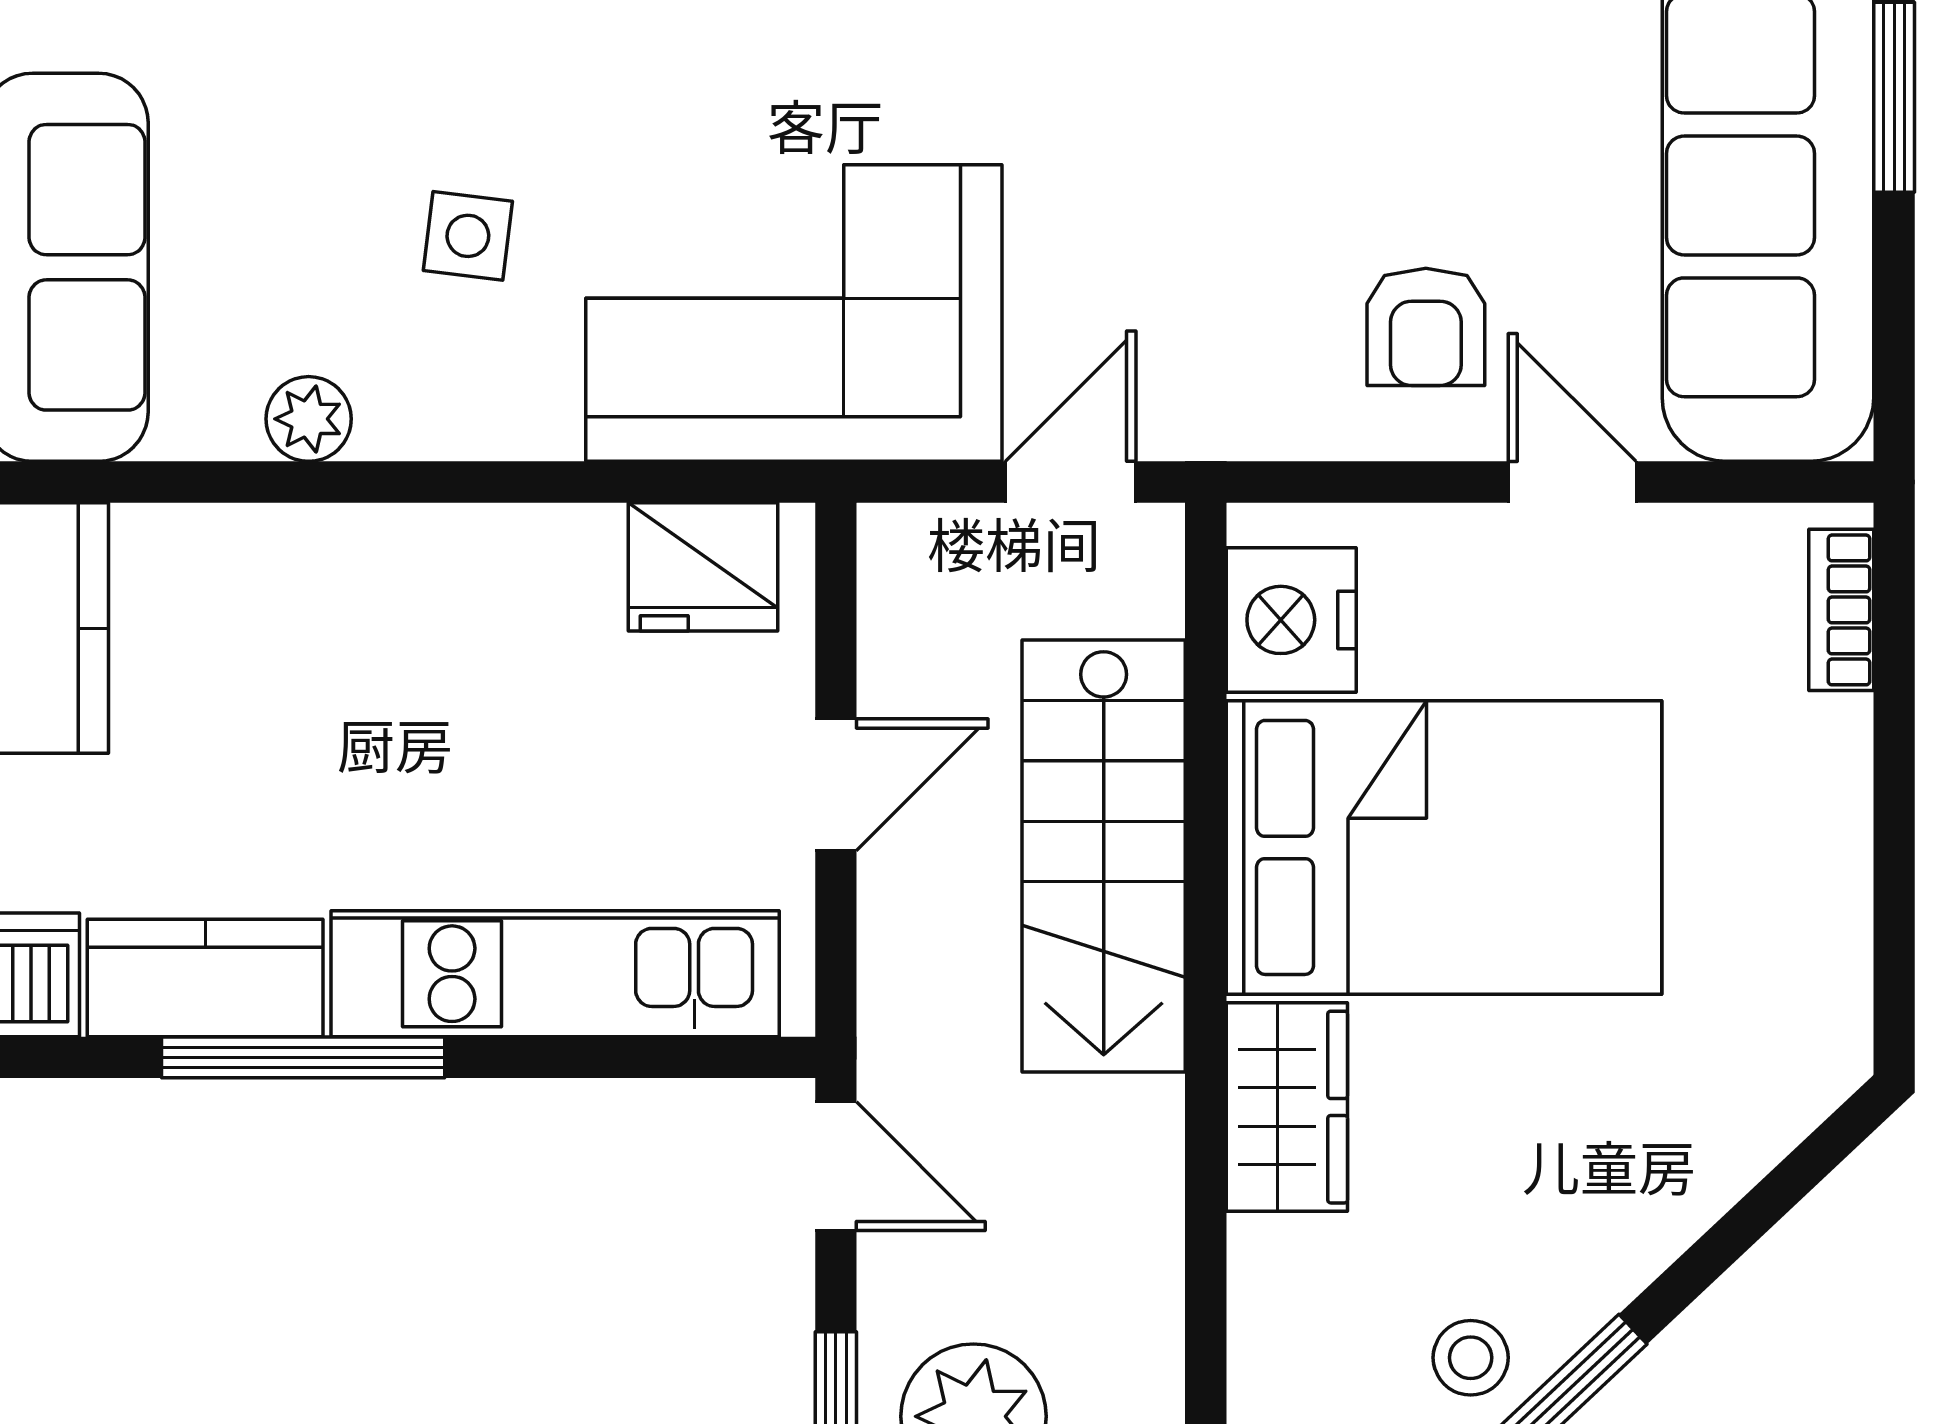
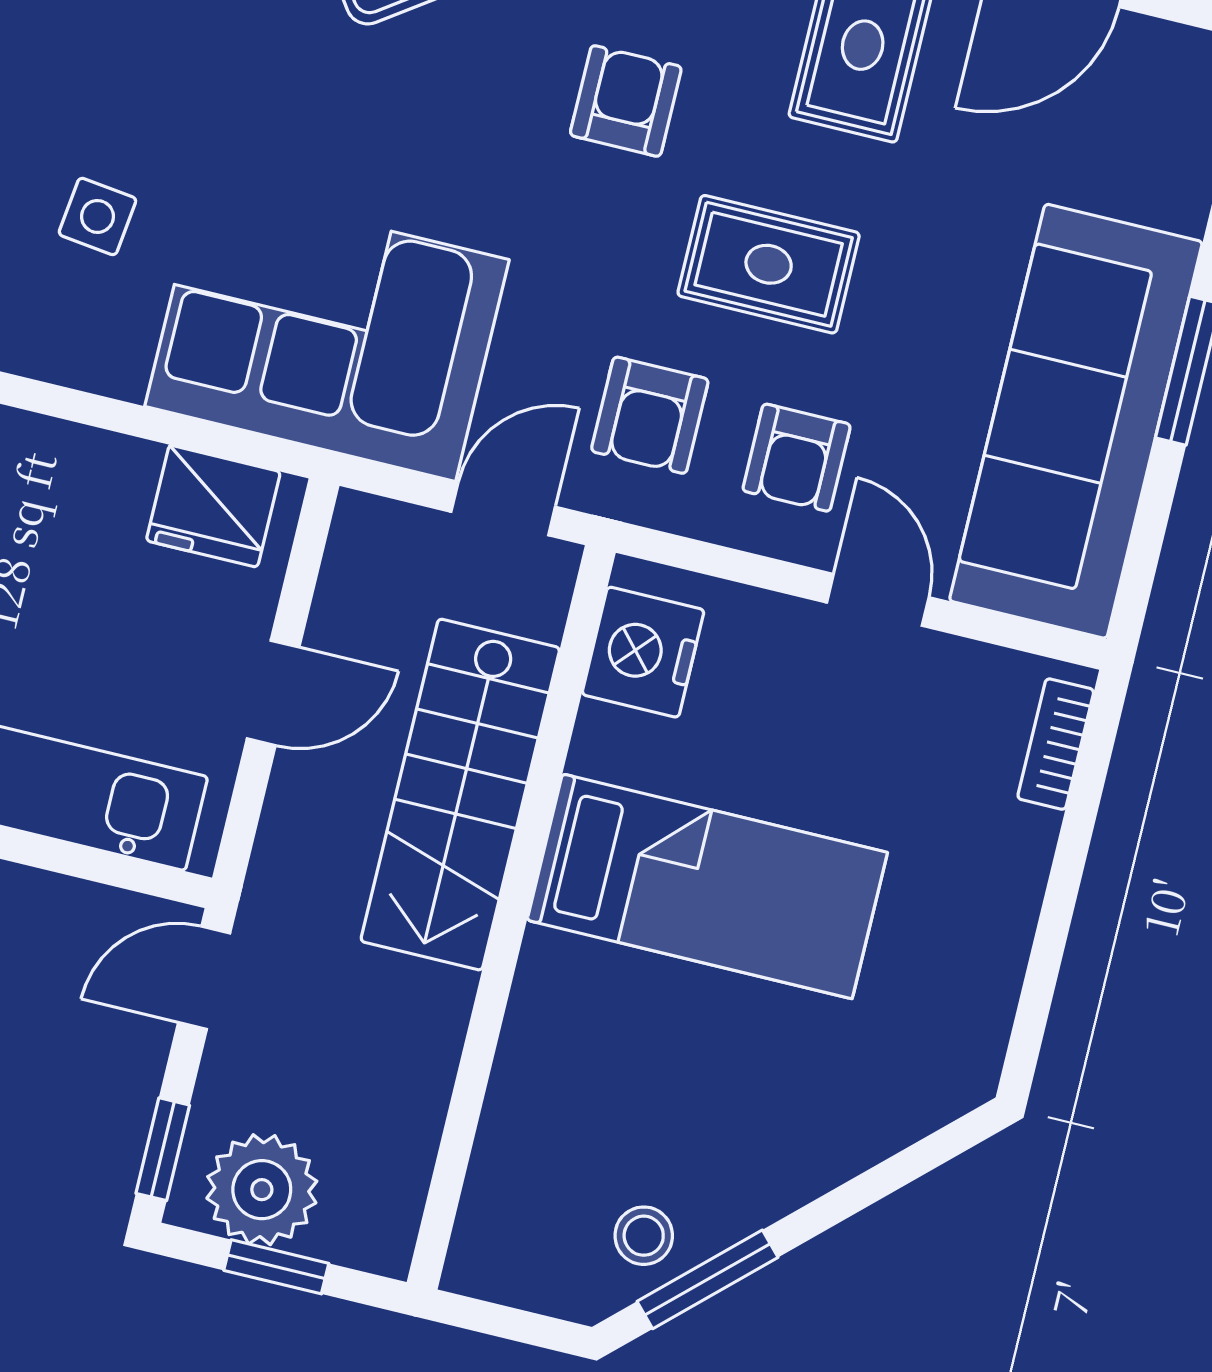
rug: (1331, 91) -> (769, 264), added
armchair: (1227, 318) -> (650, 415), added
bed: (1444, 847) -> (707, 886), width x0.67
wardrobe: (1287, 1107) -> (552, 1015), removed
door: (836, 1166) -> (204, 978), swing flipped

